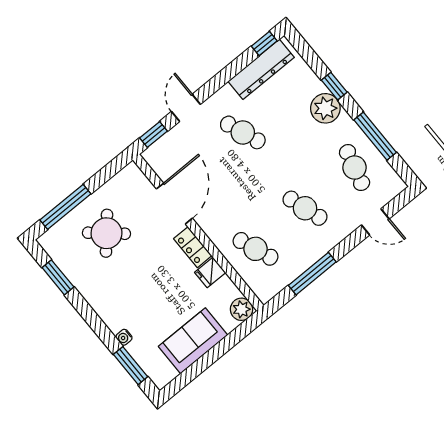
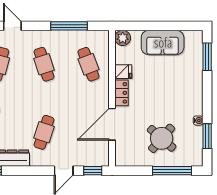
cafe table: (243, 132) -> (44, 132), turned 39
water cooler: (124, 337) -> (198, 121), moved

